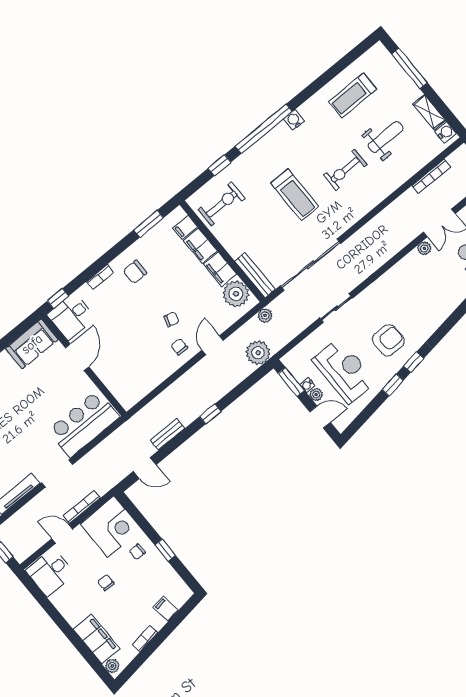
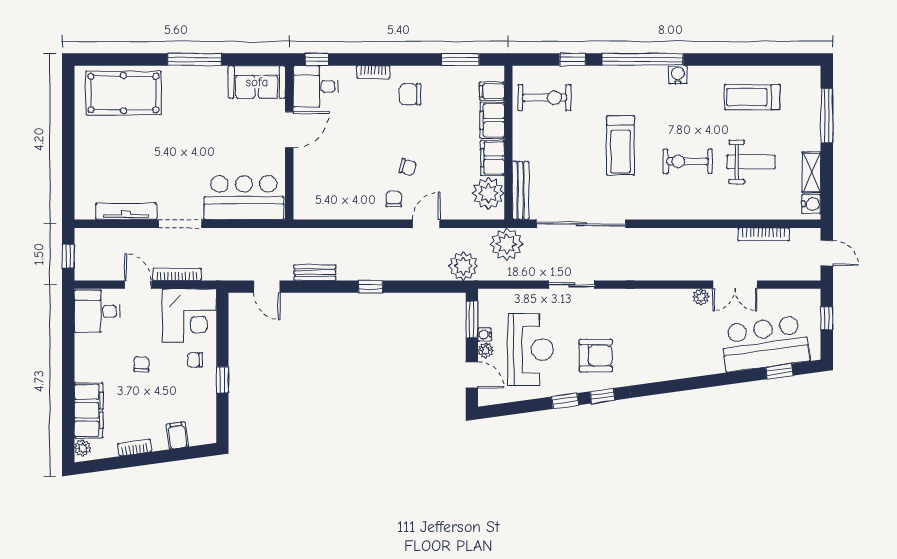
plant: (265, 315) -> (507, 244), width x1.88, depth x1.88

